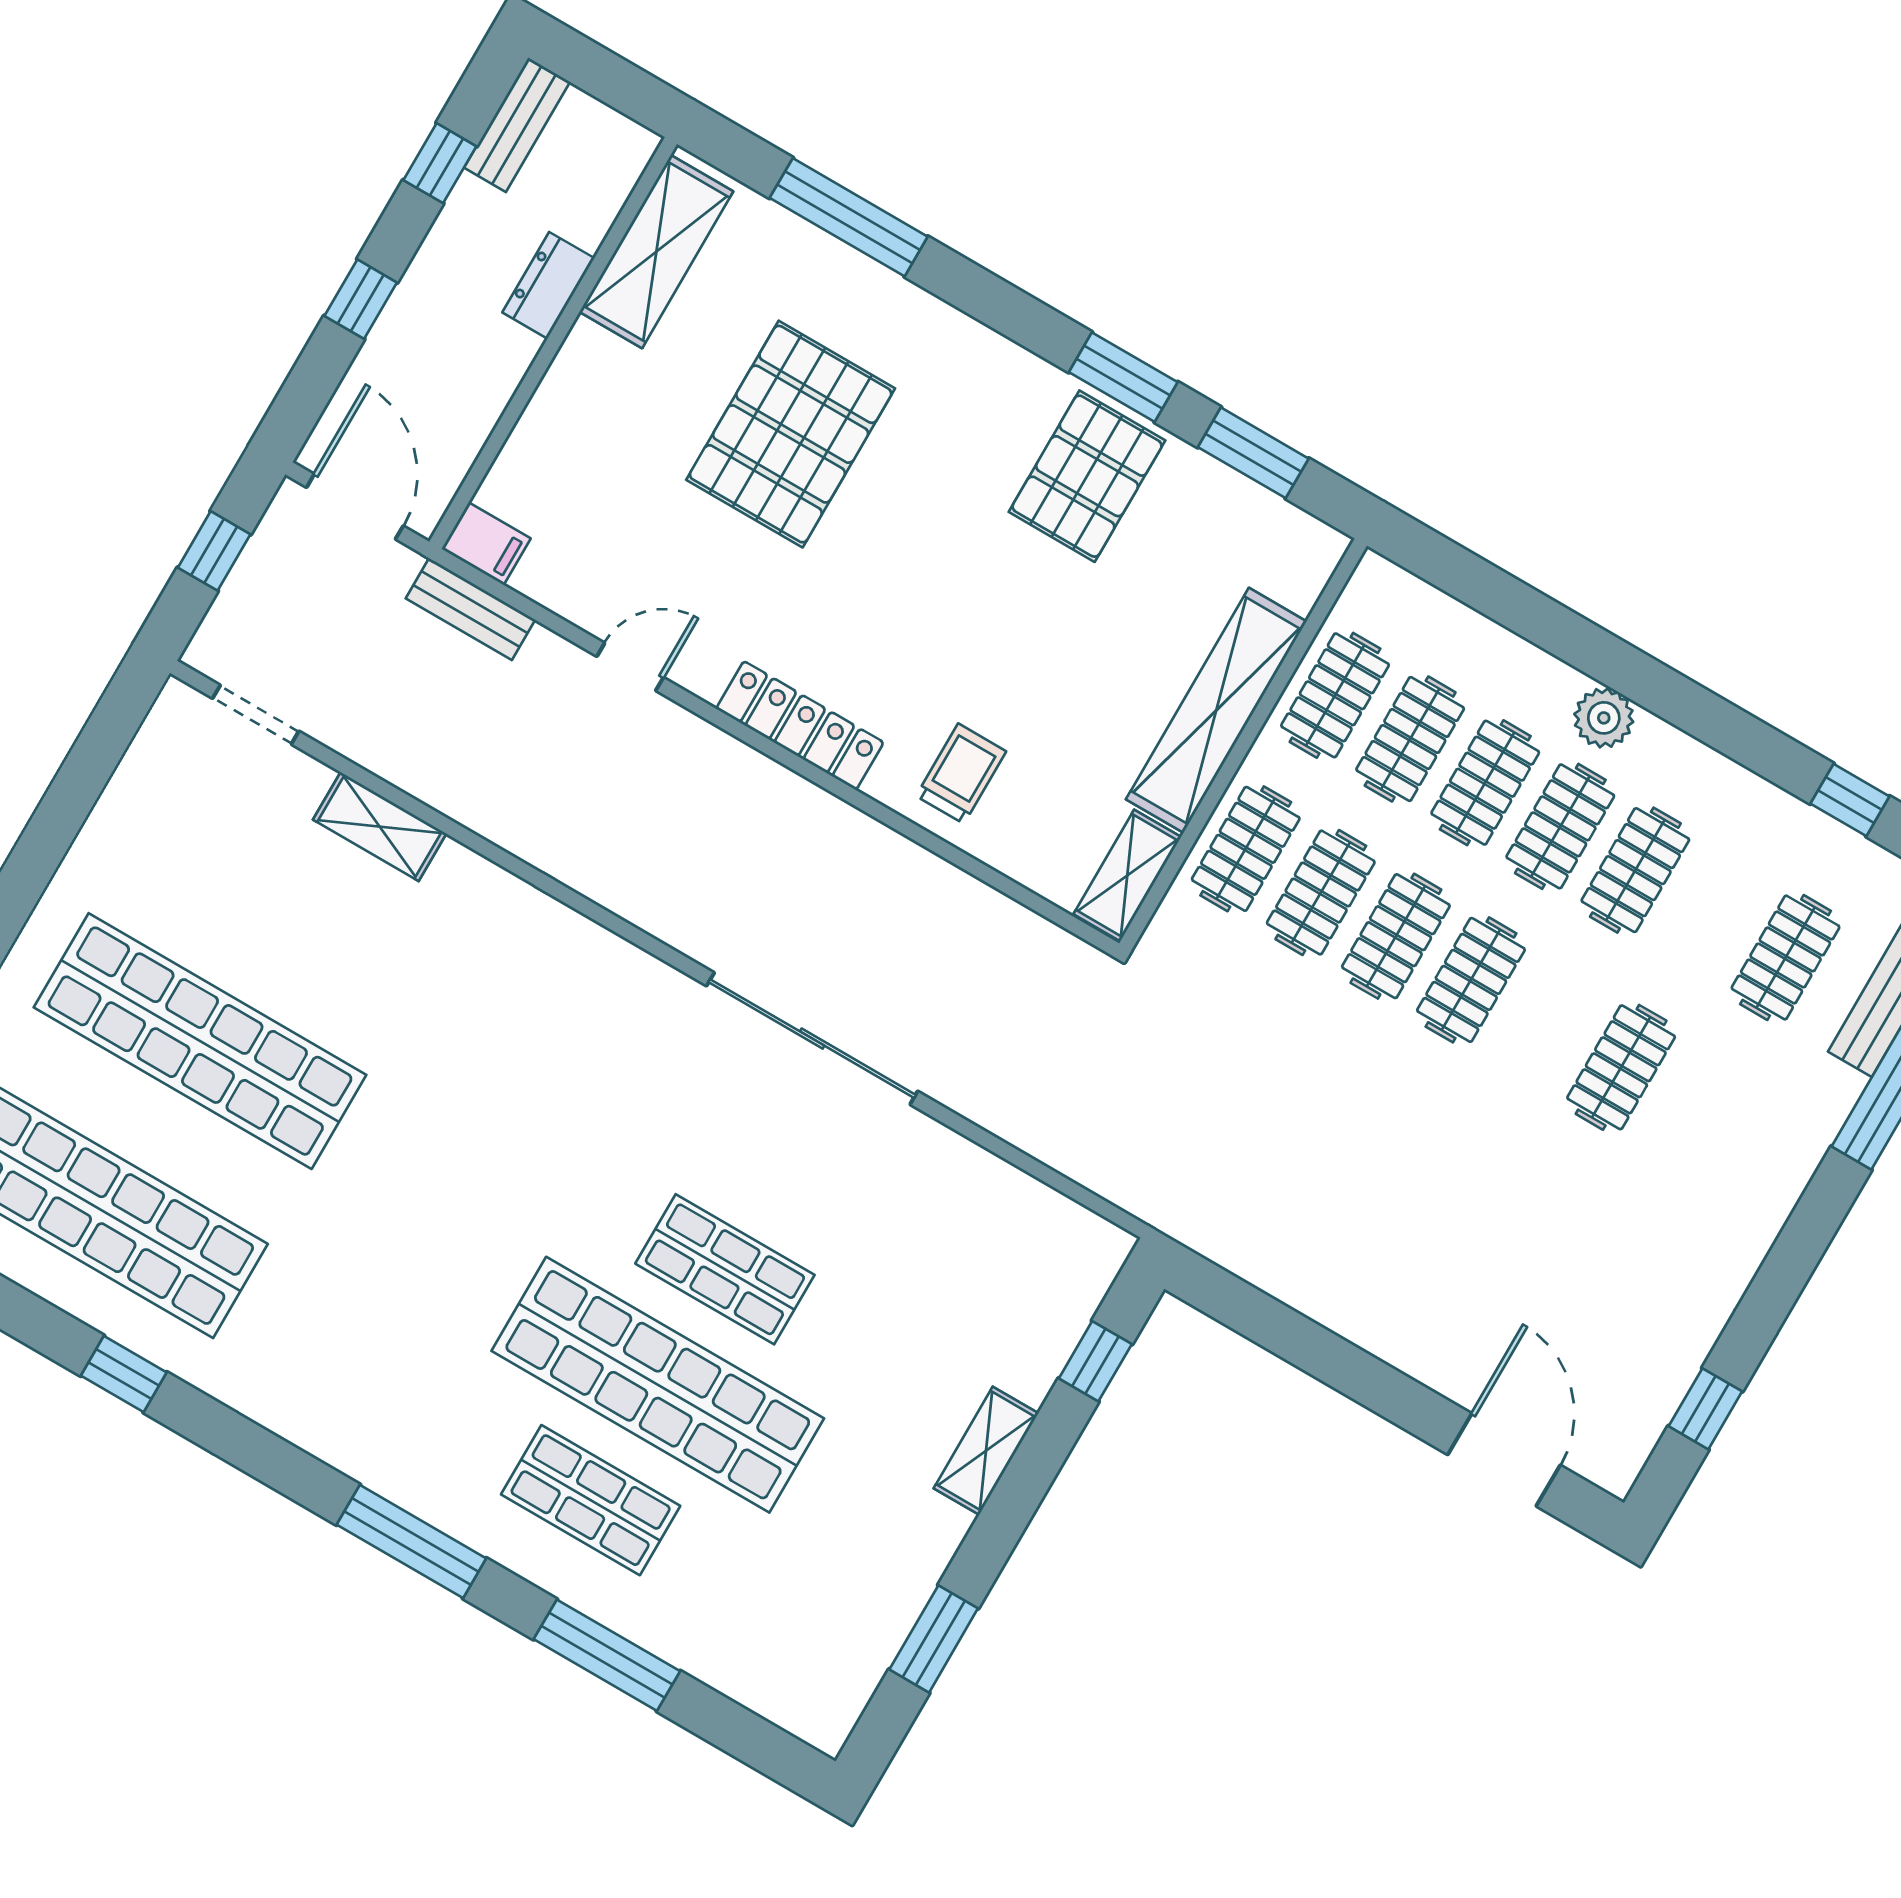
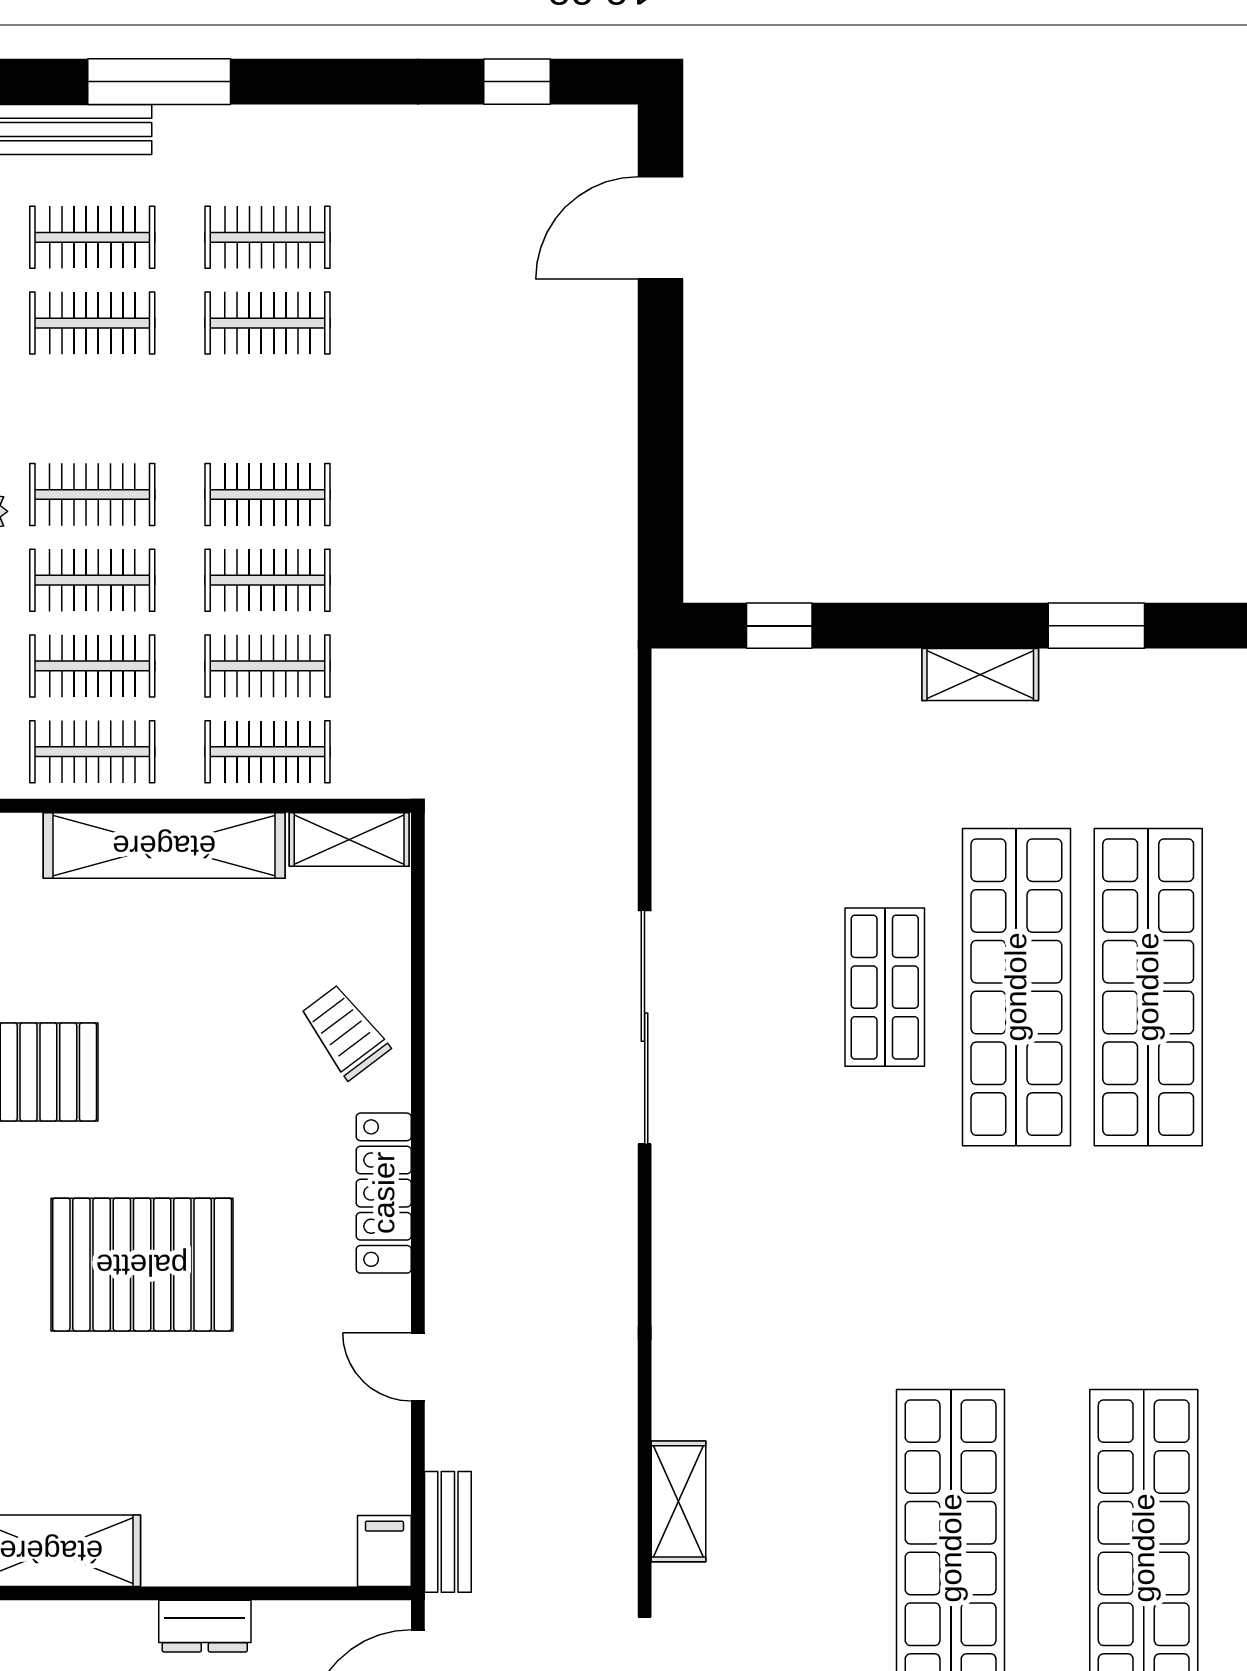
dresser: (548, 285) -> (205, 1626), moved
pallet: (791, 434) -> (142, 1265), moved
trolley: (961, 774) -> (345, 1032), turned 53
clothes rail: (1635, 870) -> (92, 323), moved
clothes rail: (1696, 1111) -> (268, 237), added
shelving: (986, 1451) -> (980, 674), moved
shop shelf: (591, 1500) -> (1148, 987), width x2.00, depth x1.36

